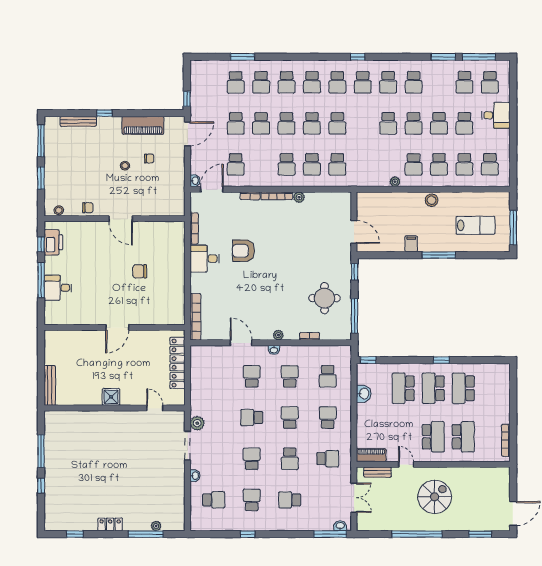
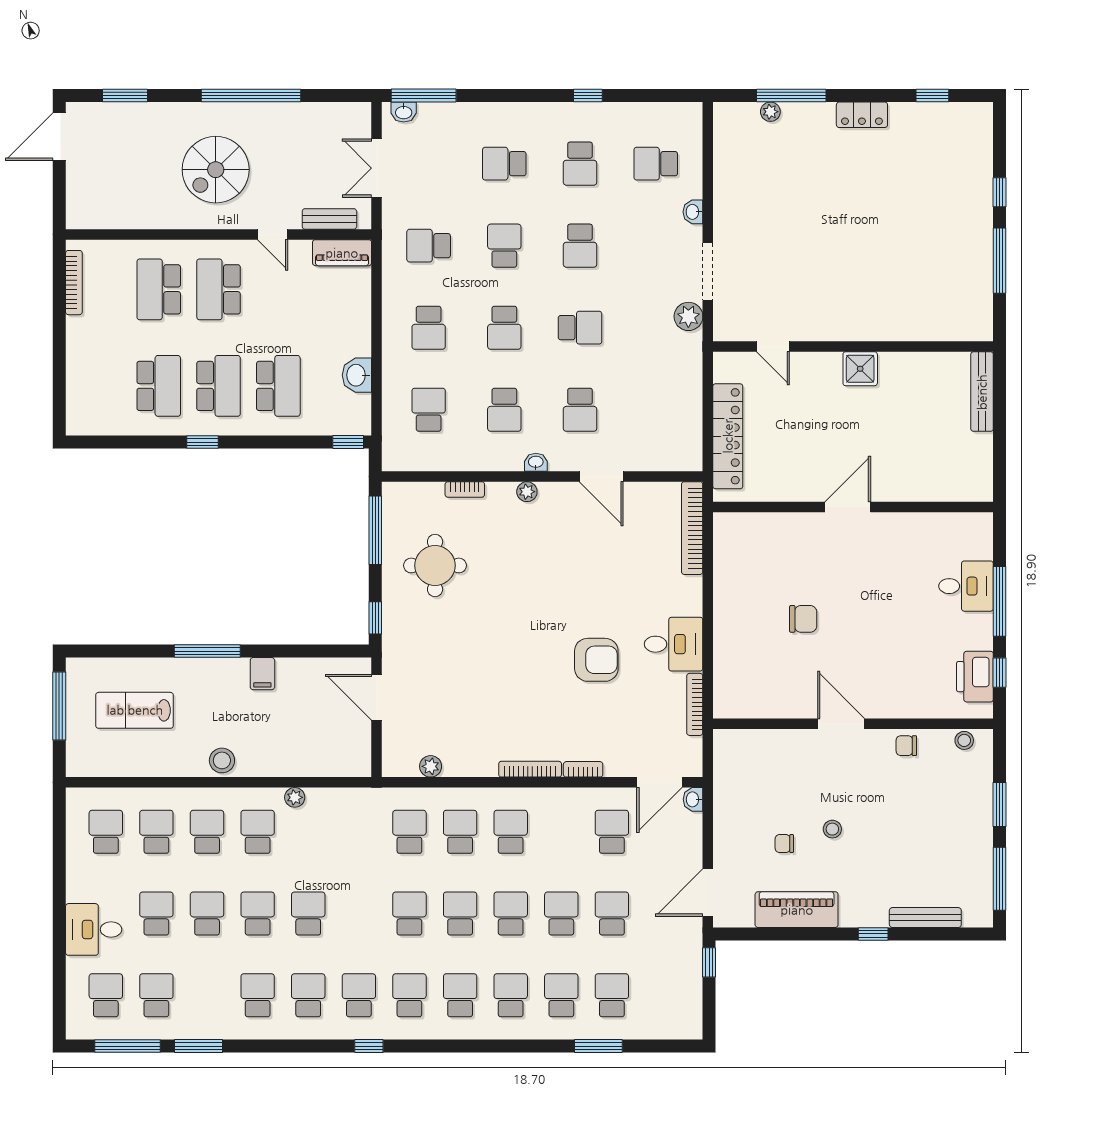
plant: (299, 197) -> (431, 766), moved
school desk: (290, 500) -> (504, 164), turned 180

